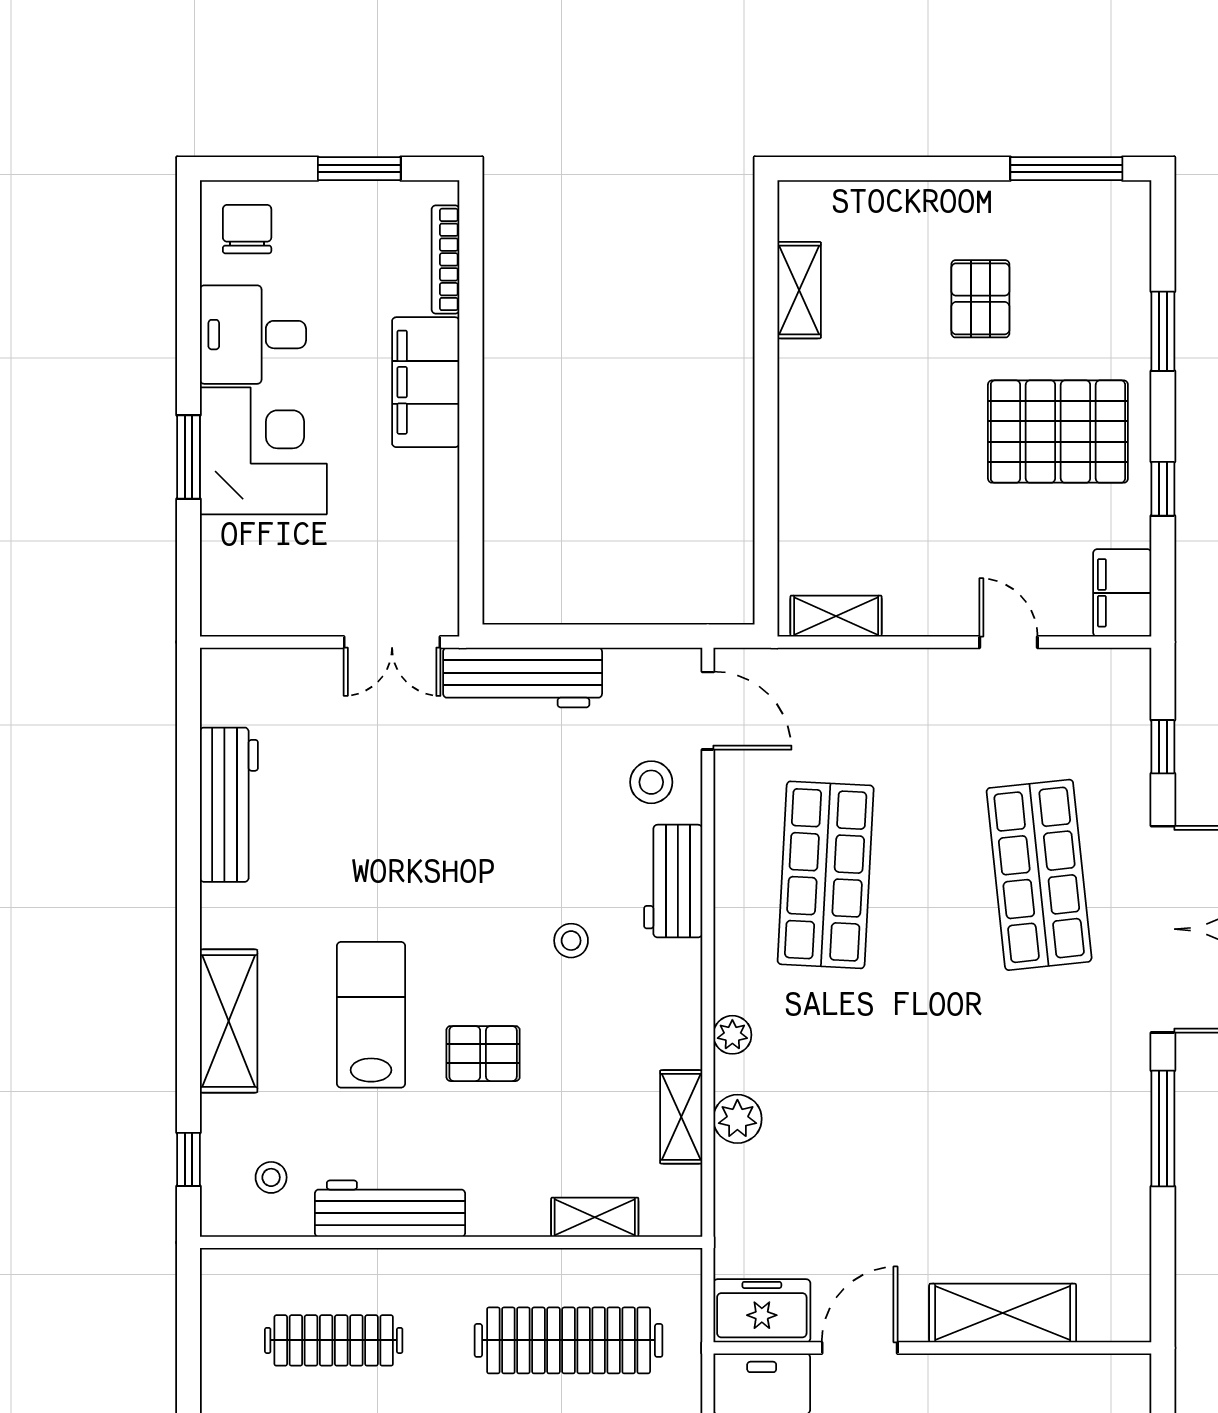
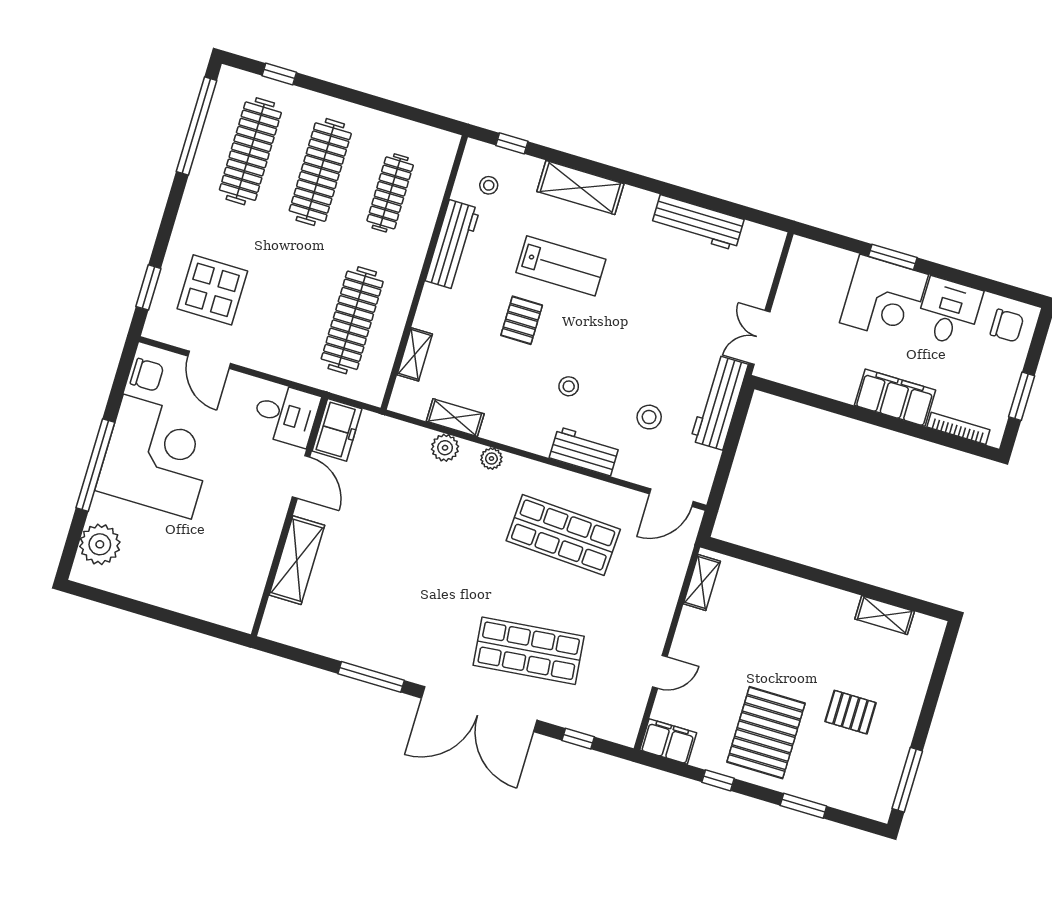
stool: (651, 782) -> (649, 417), moved

